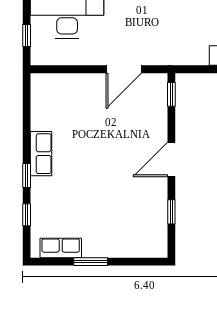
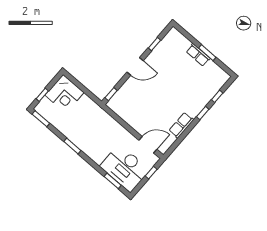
door: (124, 69) -> (148, 145), moved
row of seats: (41, 154) -> (181, 125), moved
row of seats: (61, 248) -> (198, 55), moved

